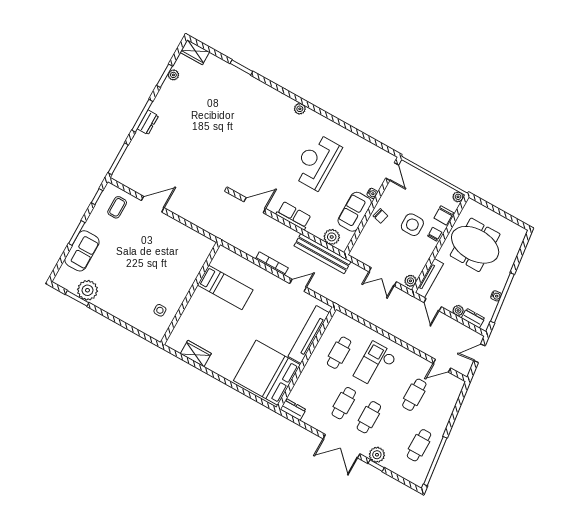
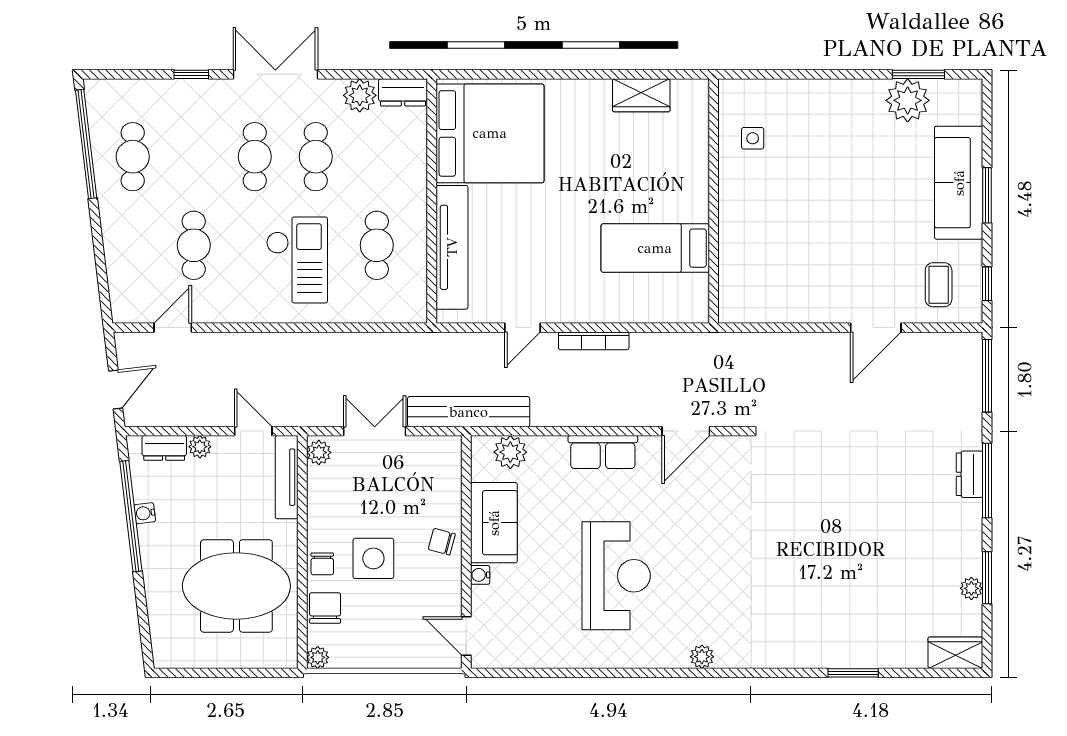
sofa: (82, 251) -> (959, 183), width x1.36
bench: (322, 254) -> (469, 412), moved
plant: (377, 455) -> (360, 95), moved

